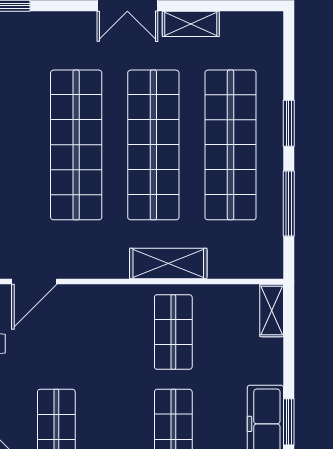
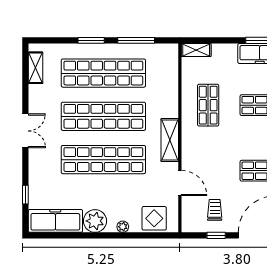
shelving: (191, 24) -> (36, 68), moved
shelving: (168, 263) -> (170, 140), moved
shop shelf: (173, 332) -> (208, 105), turned 90

